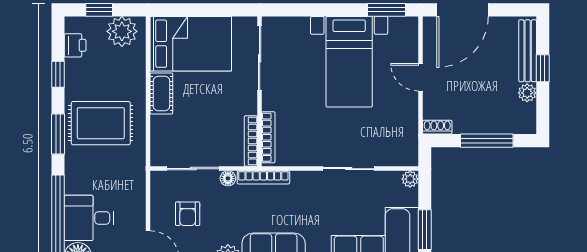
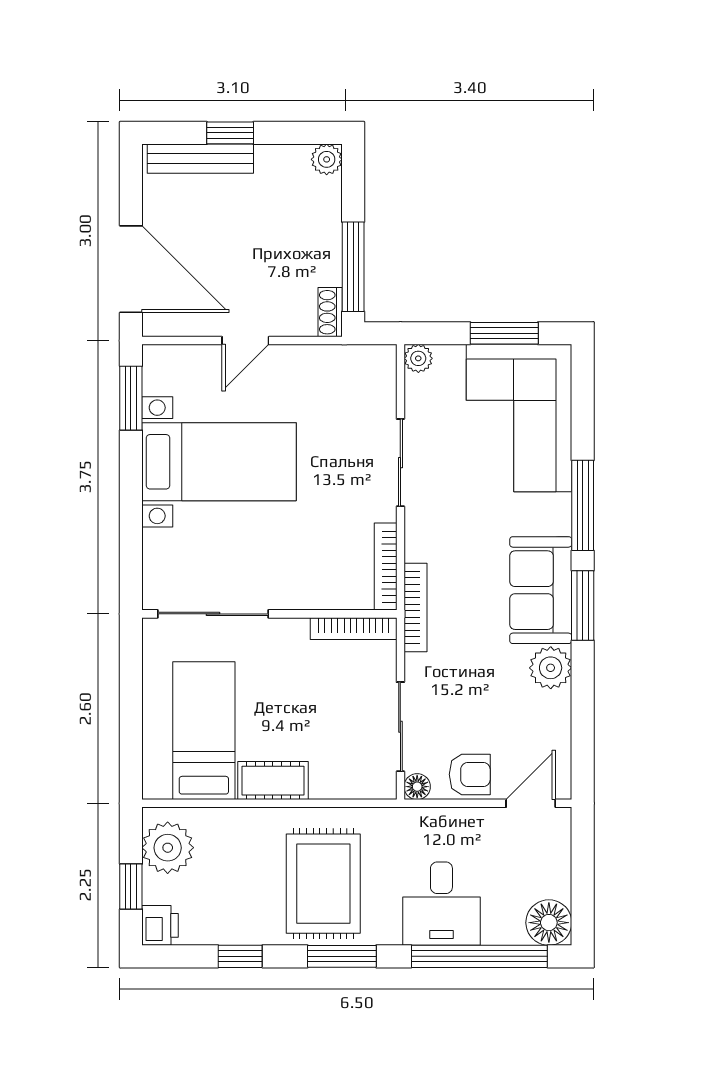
bed: (191, 44) -> (204, 731), width x0.67
printer: (75, 45) -> (160, 925), moved, turned 90
plant: (527, 93) -> (327, 159), moved
bookcase: (268, 137) -> (386, 567), moved, turned -90
window: (487, 141) -> (353, 267), moved
floor lamp: (228, 178) -> (417, 787), moved
armchair: (188, 214) -> (470, 774), moved
desk: (89, 218) -> (441, 904), moved

